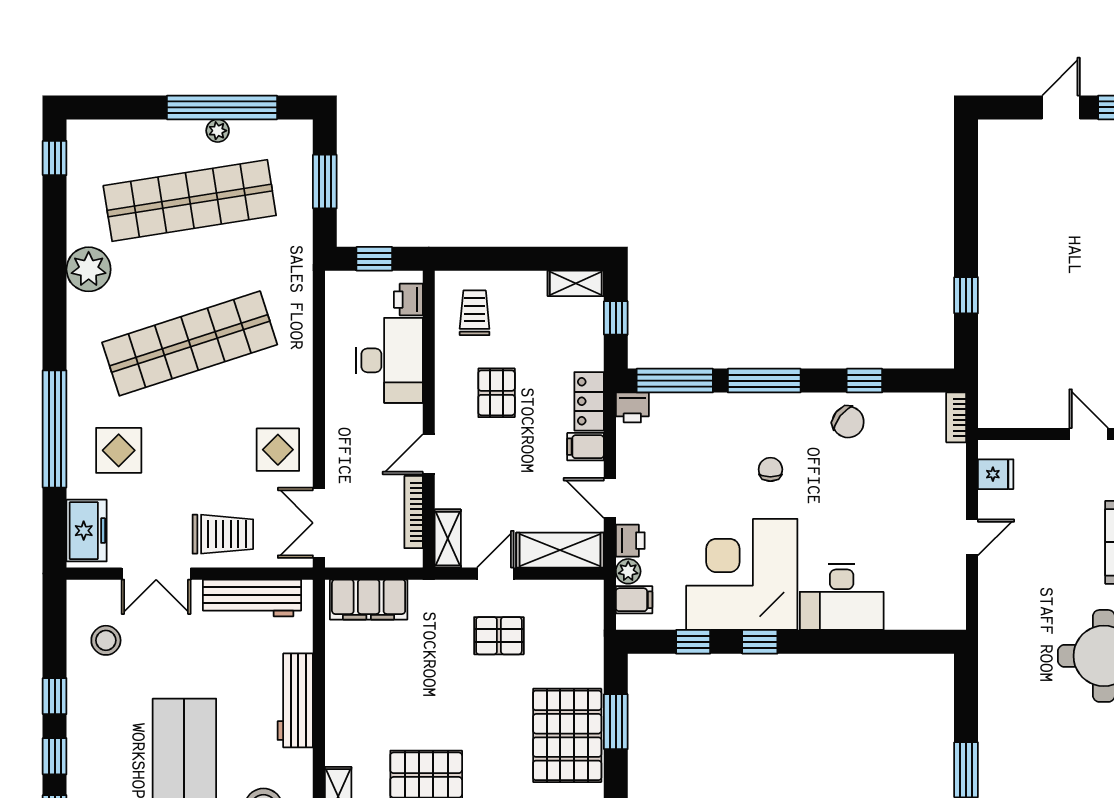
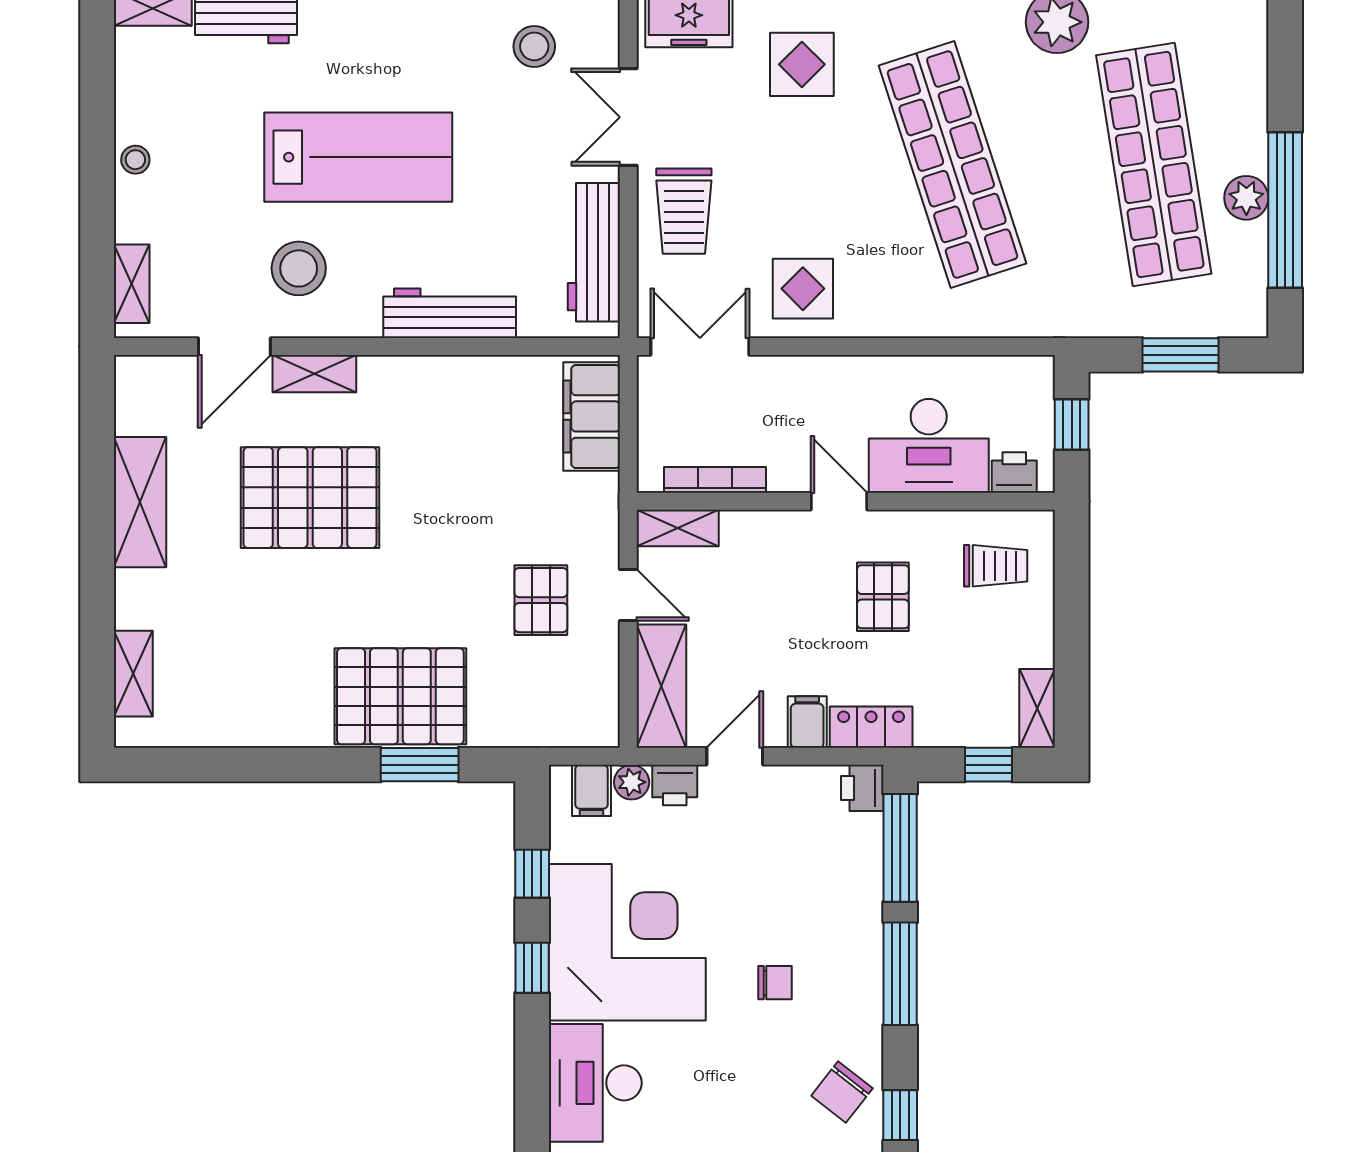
plant: (218, 131) -> (1246, 198), width x1.38, depth x1.38
pallet: (497, 393) -> (883, 597), turned 90
door: (429, 454) -> (839, 501), moved

